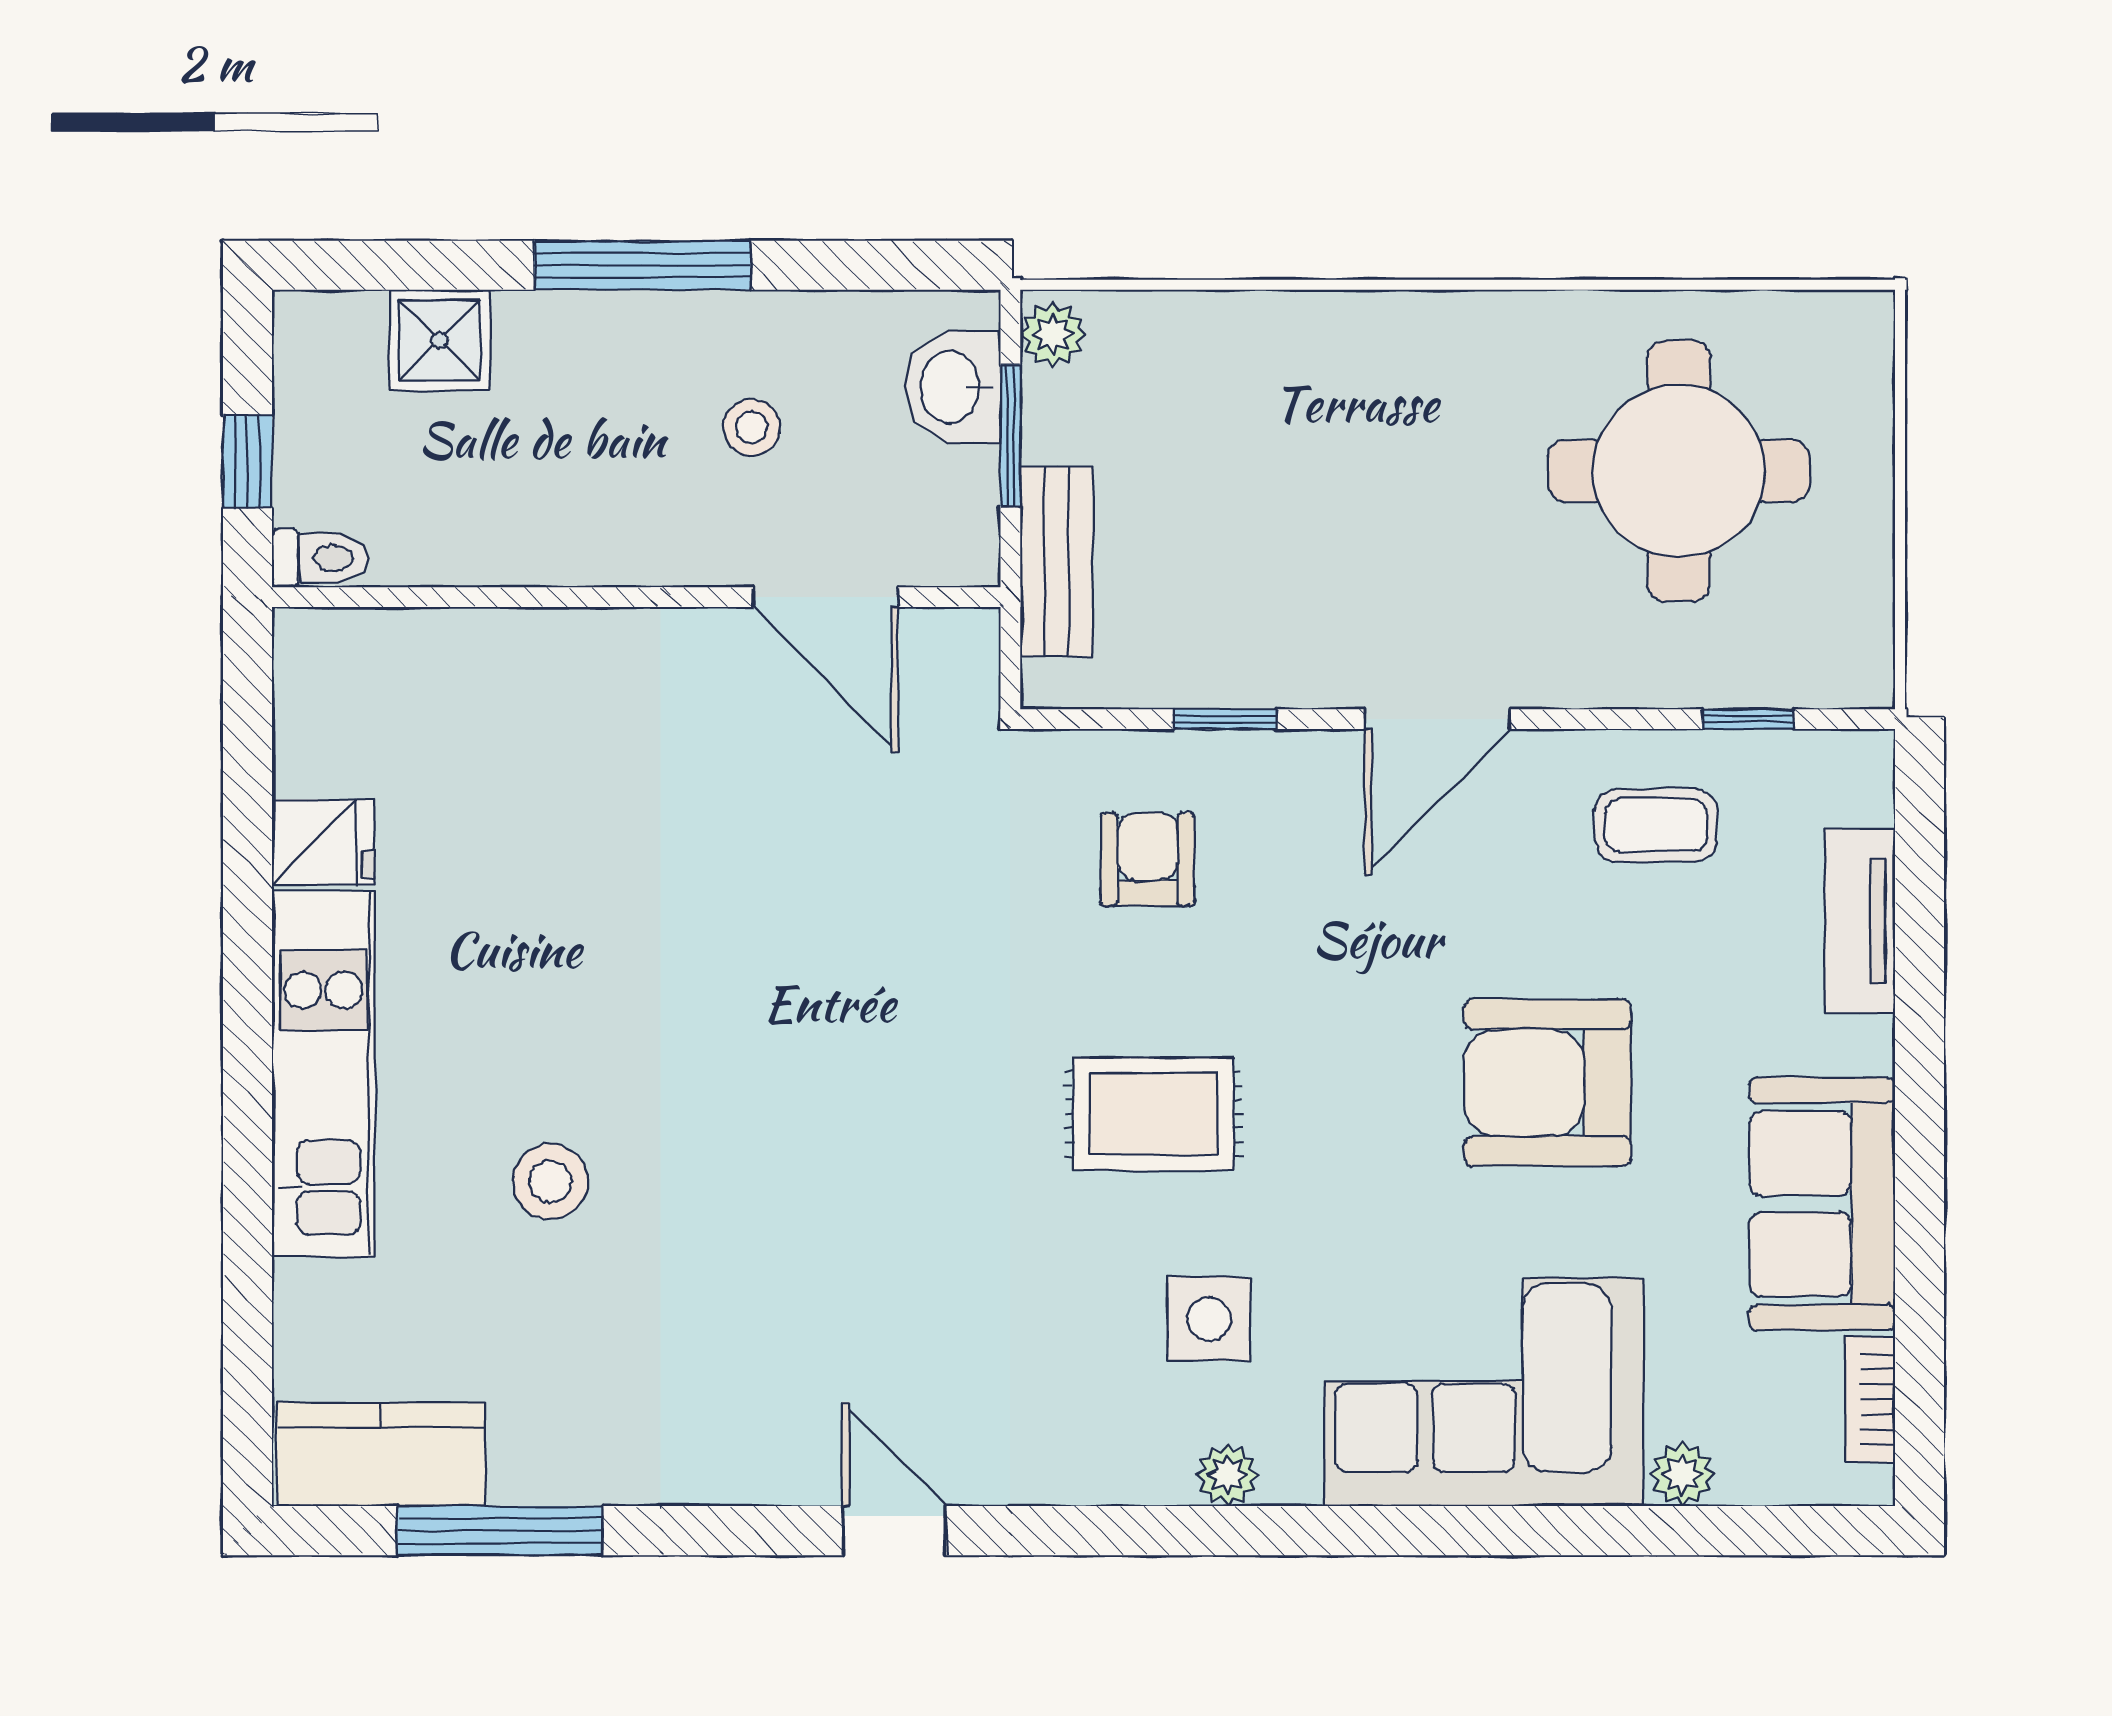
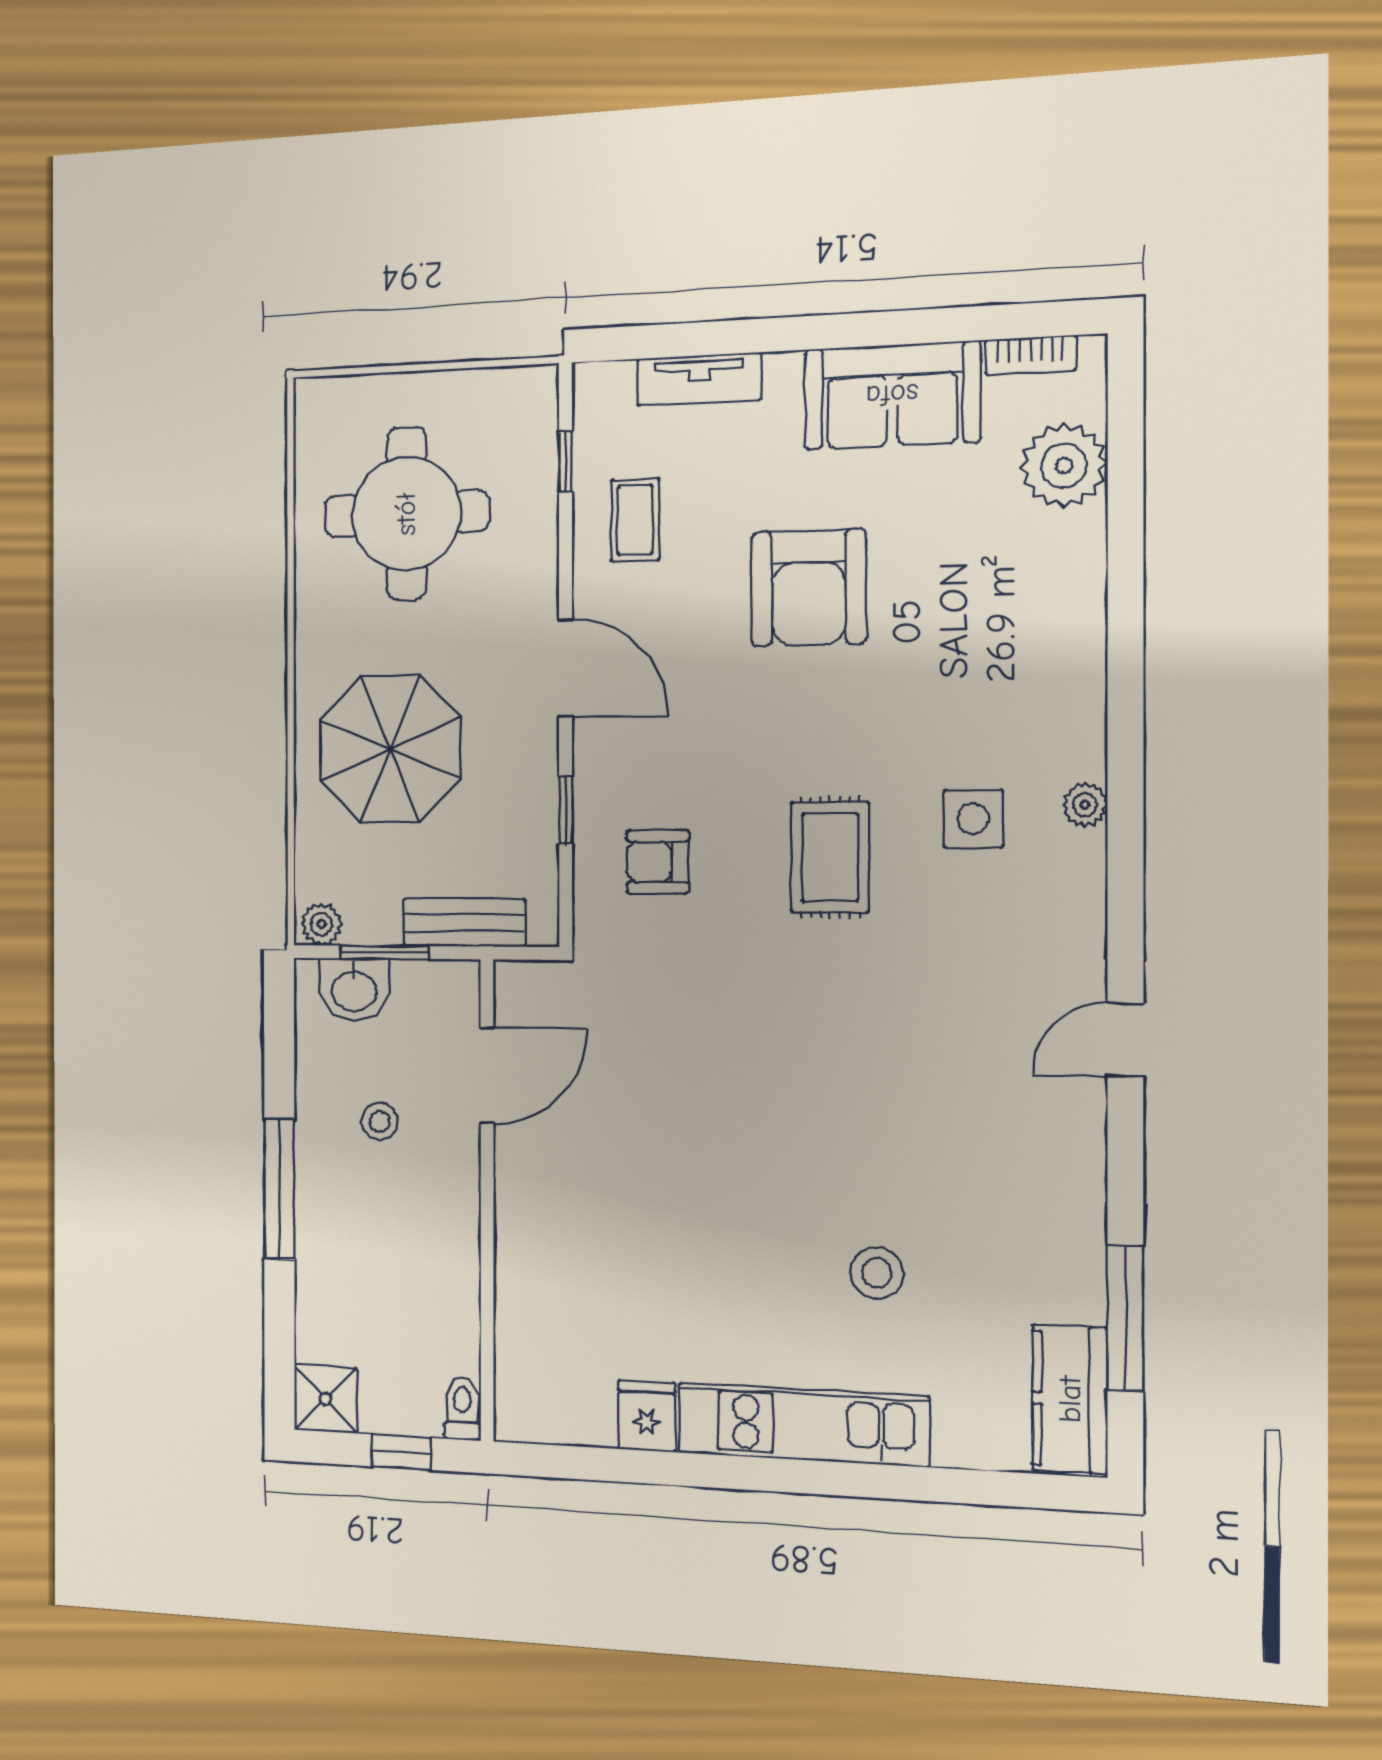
shower: (440, 340) -> (325, 1399), moved
parasol: (1320, 444) -> (390, 749), added
corner sofa: (1484, 1392) -> (1025, 626), removed
plant: (1682, 1474) -> (1064, 466), width x1.88, depth x1.88

